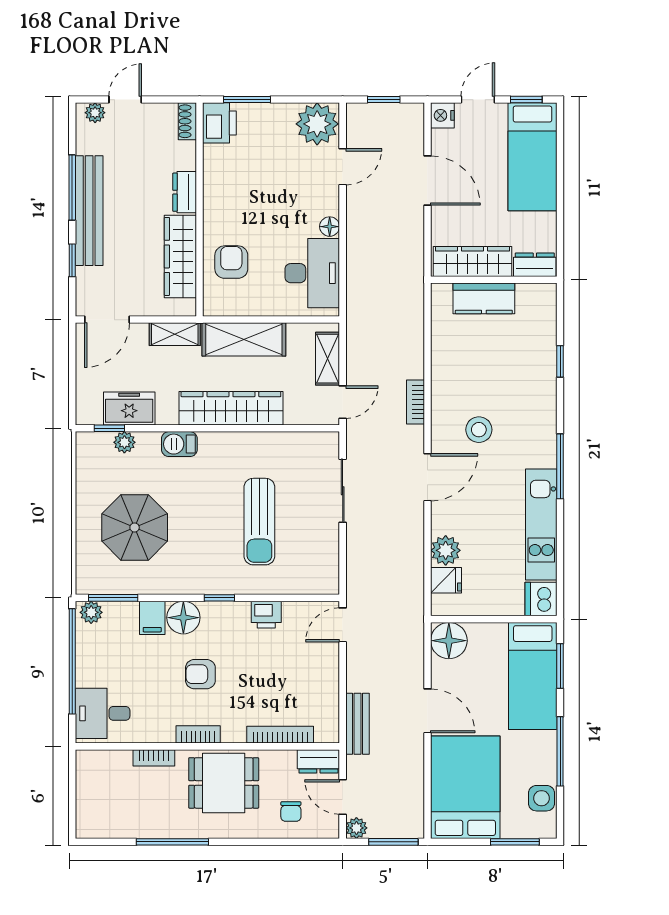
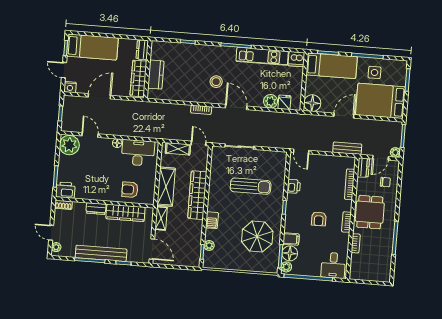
freezer: (129, 408) -> (194, 242), removed
parasol: (135, 527) -> (257, 237), moved
floor lamp: (183, 618) -> (290, 253), moved
side table: (541, 798) -> (375, 72), moved

